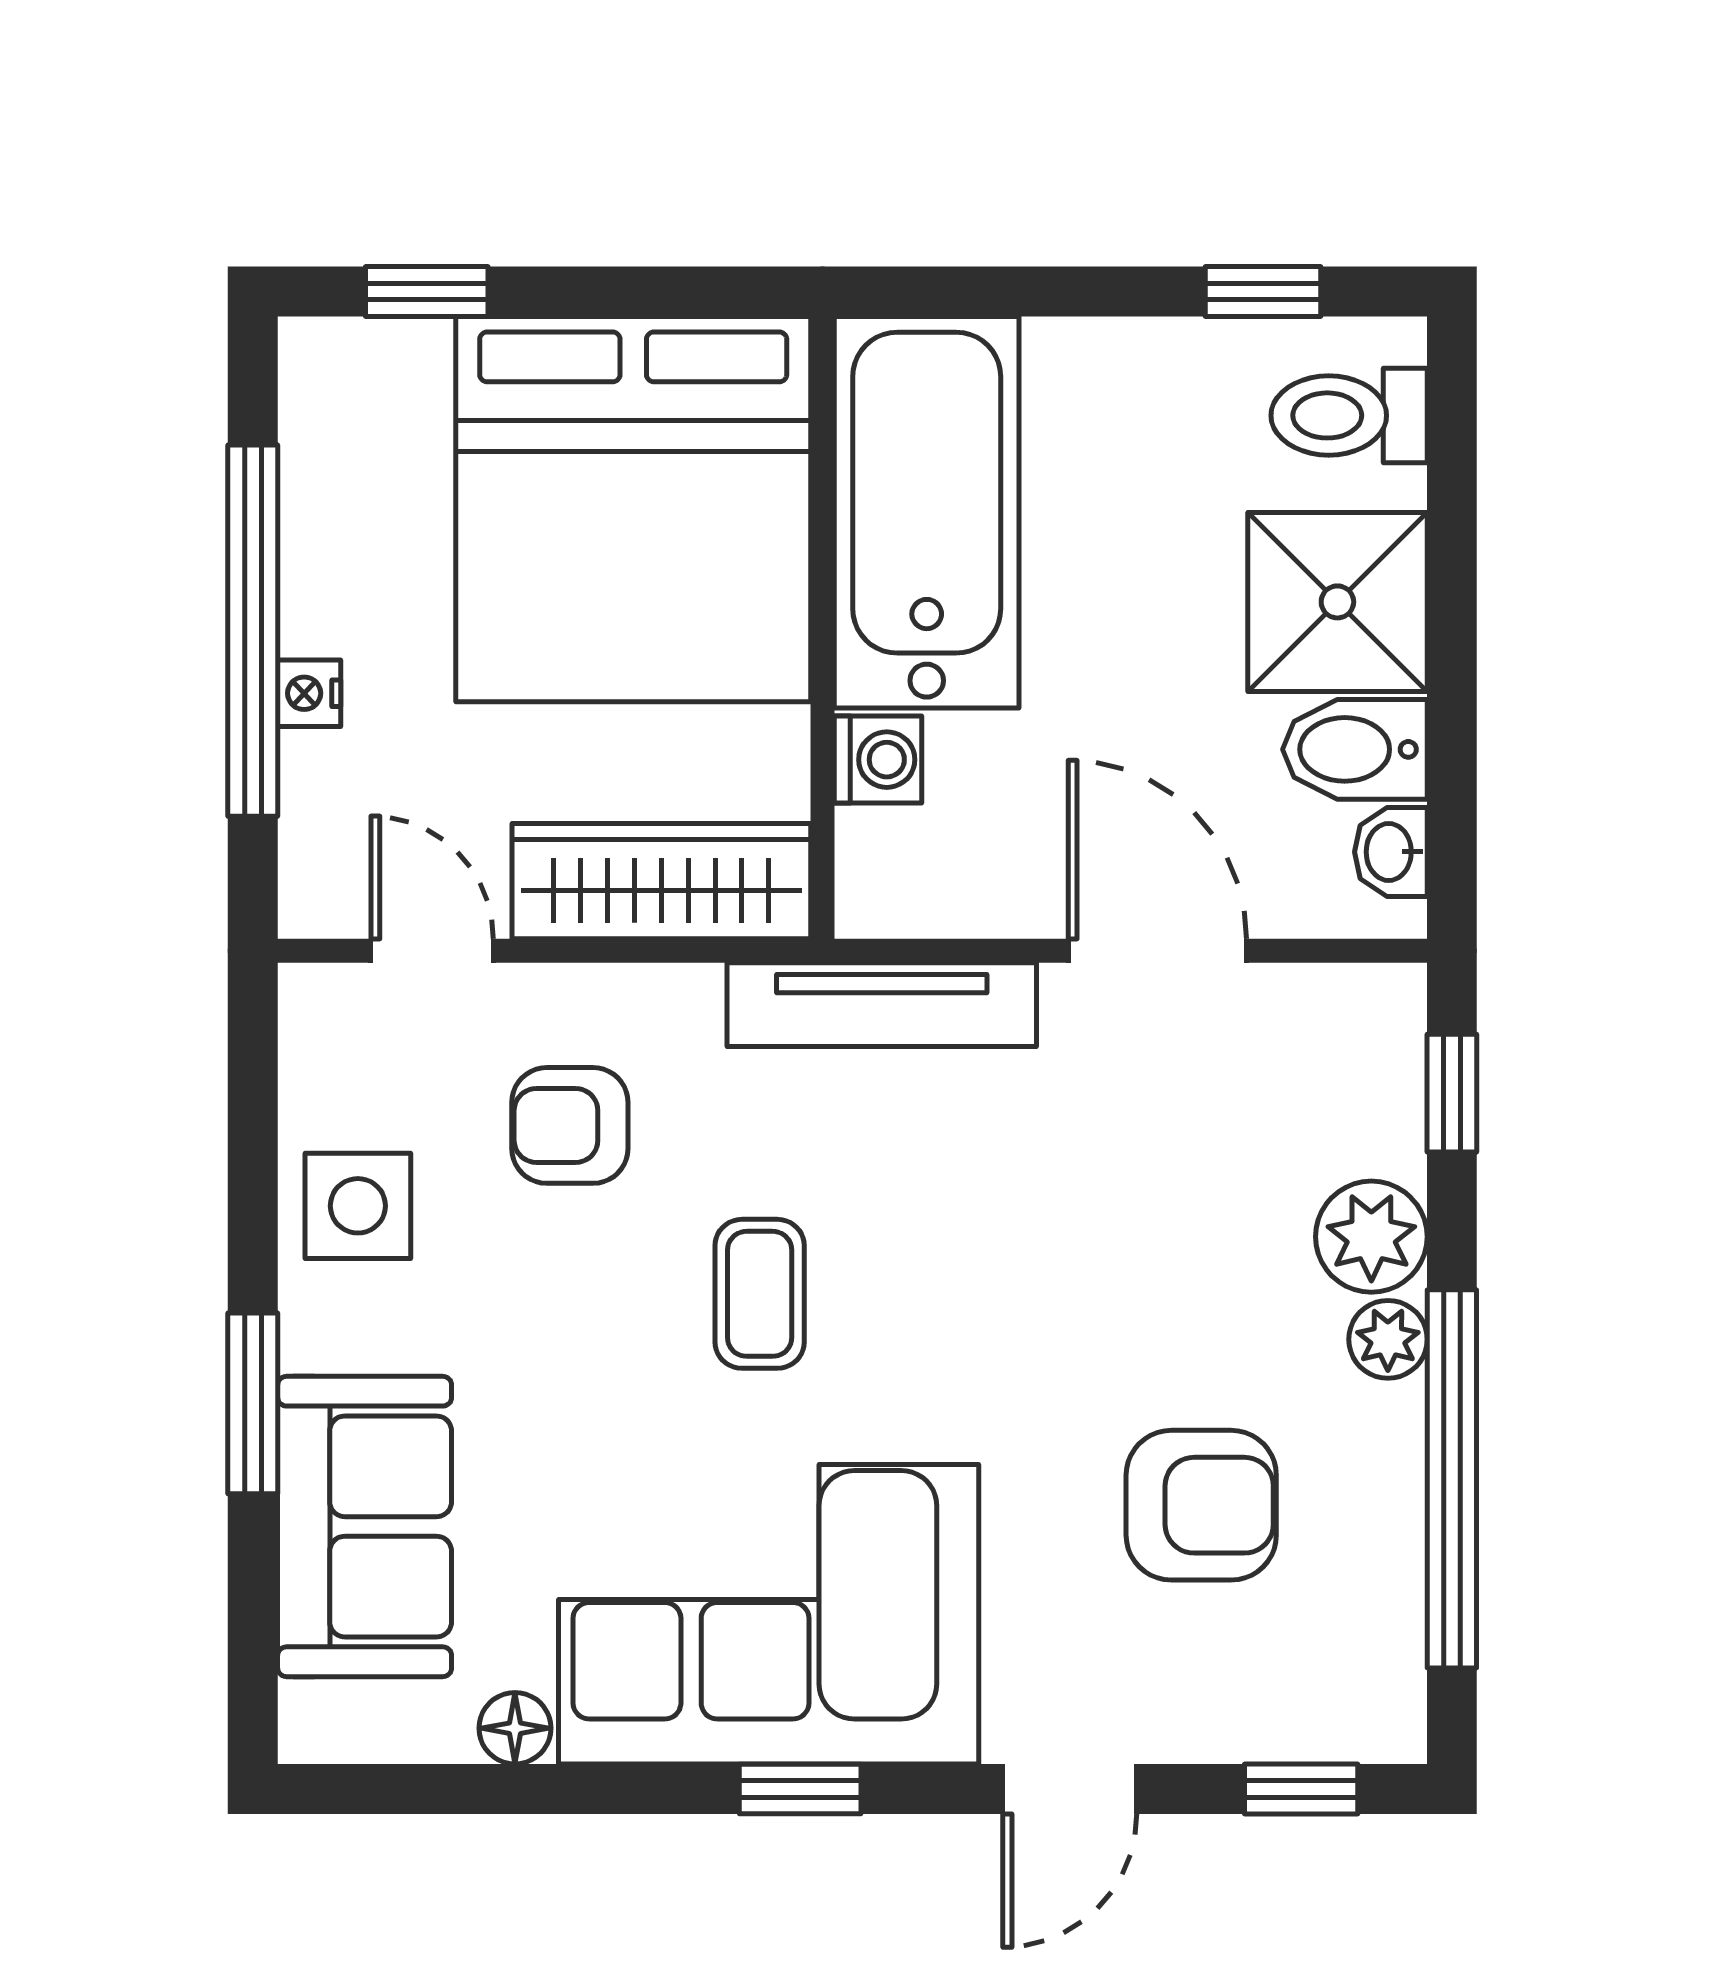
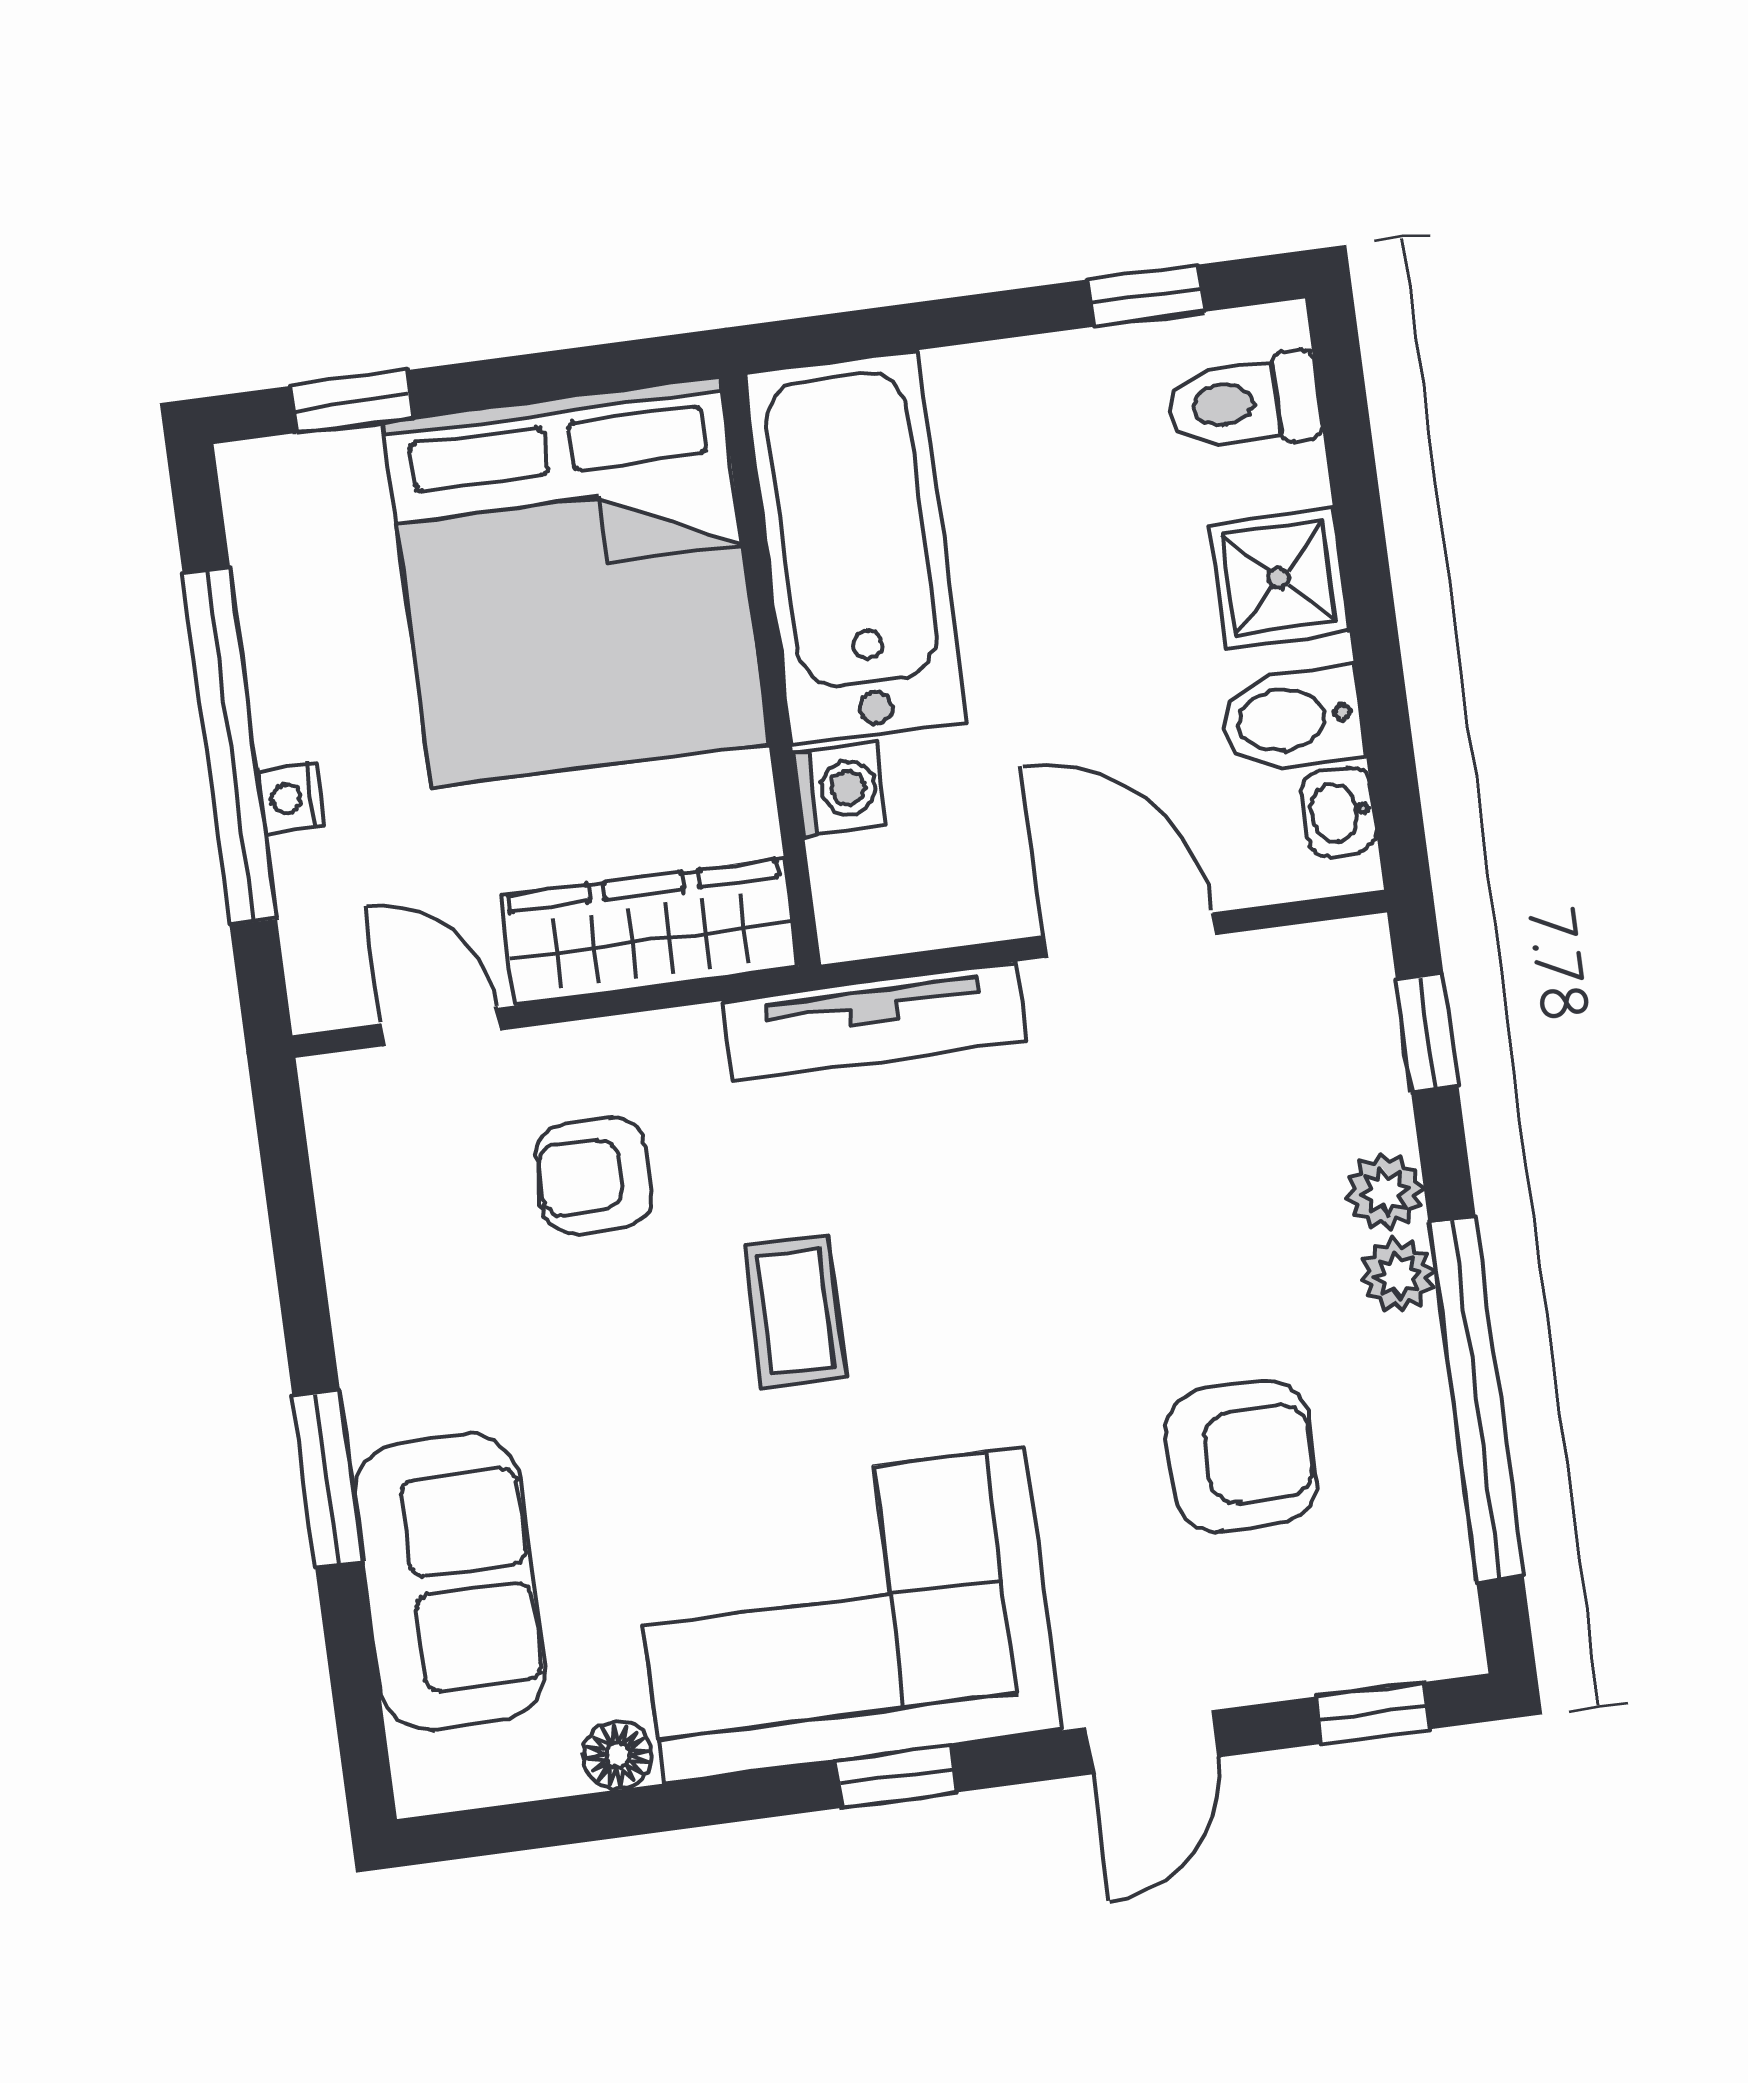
shower: (1337, 602) -> (1279, 578), width x0.73, depth x0.73
side table: (358, 1206) -> (402, 1279), removed
plant: (1371, 1237) -> (1385, 1192), width x0.73, depth x0.73

